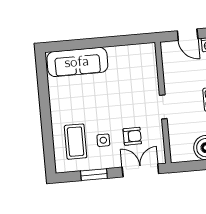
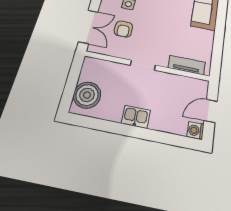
tv unit: (151, 66) -> (187, 65), added

